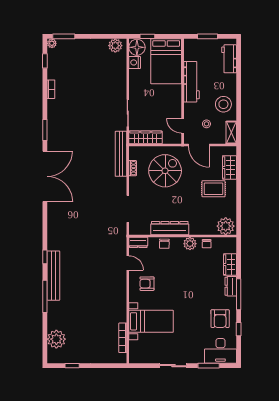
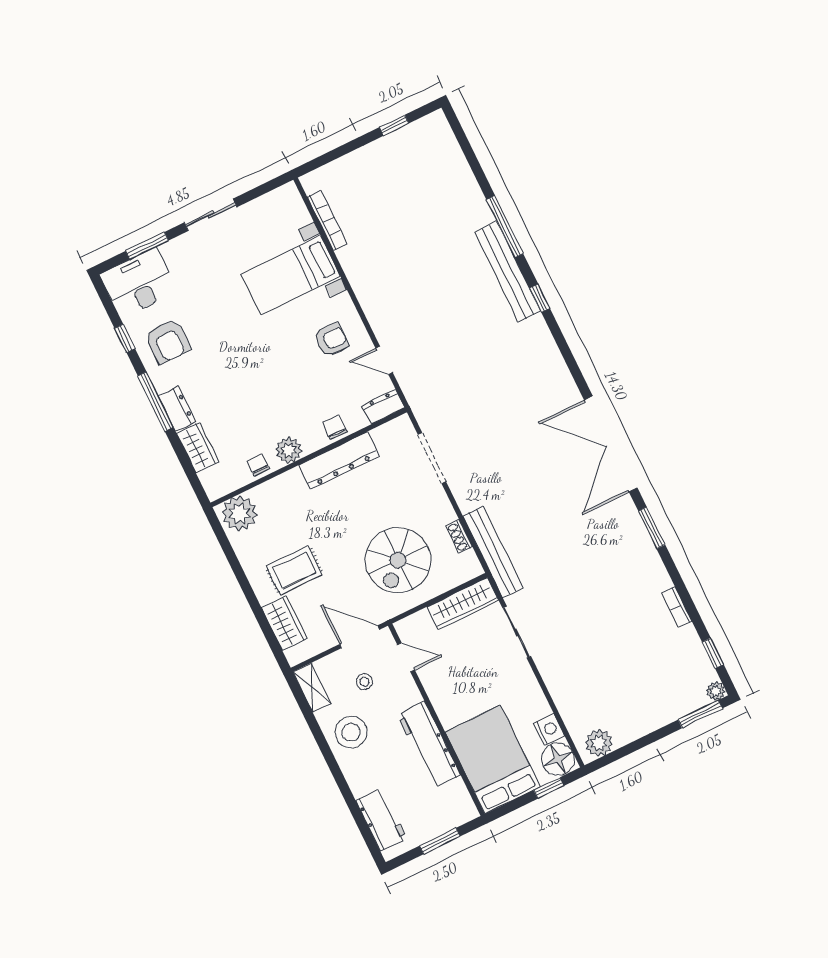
armchair: (220, 319) -> (168, 341), turned 180
plant: (56, 339) -> (446, 159), removed

